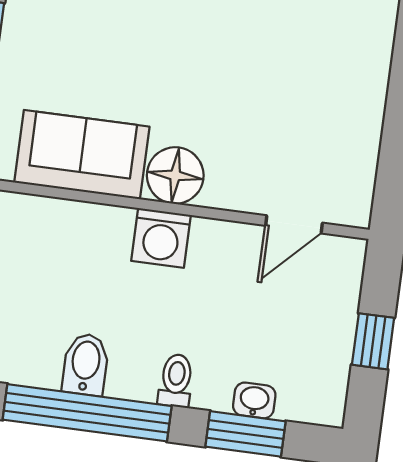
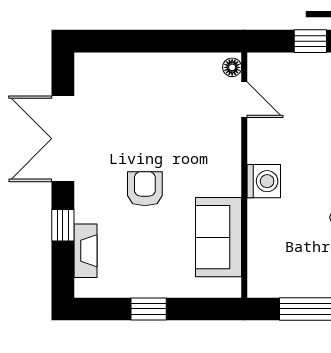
armchair: (174, 48) -> (145, 189), added
floor lamp: (175, 175) -> (232, 67), moved, width x0.53, depth x0.53

